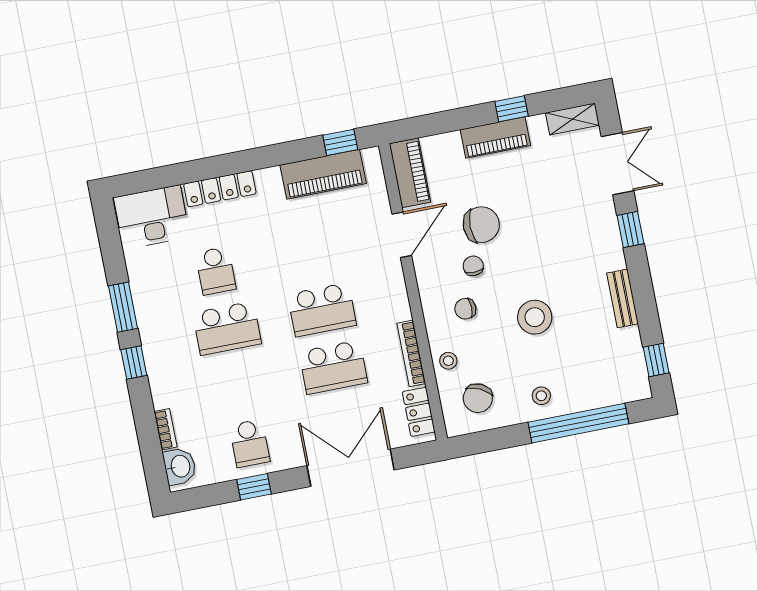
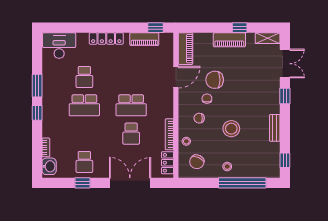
piano: (323, 174) -> (144, 39), width x0.73, depth x0.75
locker: (220, 189) -> (106, 38), moved
chair: (481, 225) -> (215, 80), turned 180
school desk: (333, 367) -> (131, 134), width x0.54

